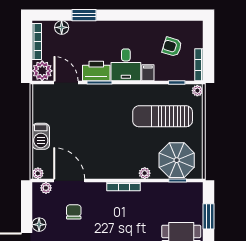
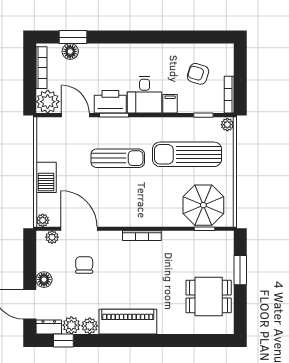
window: (84, 15) -> (73, 37), moved
sun lounger: (103, 120) -> (118, 158), added
plant: (145, 173) -> (166, 220), removed

